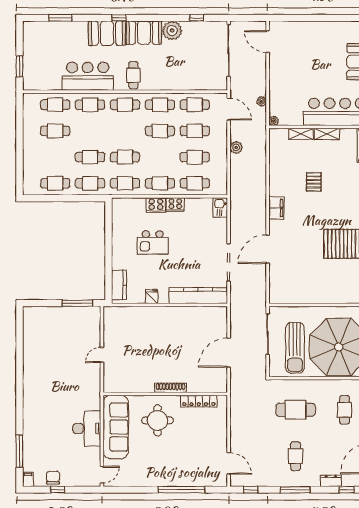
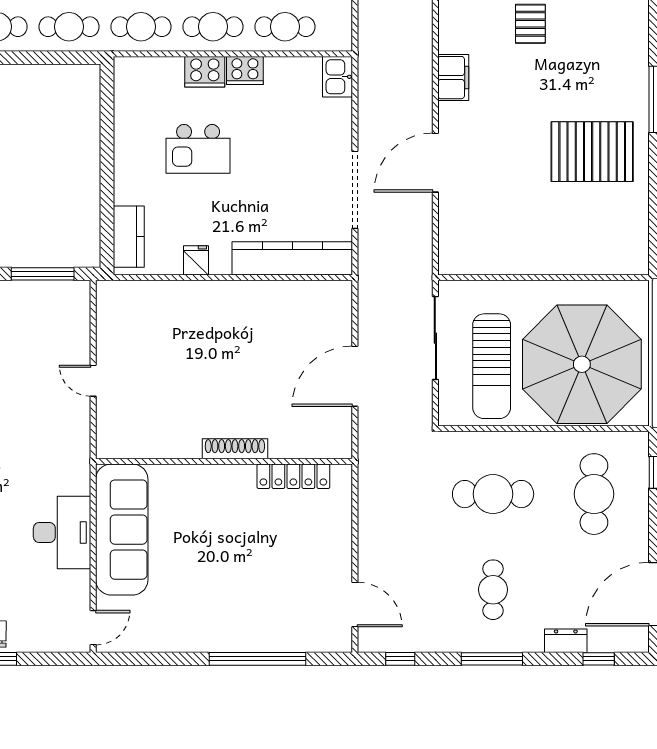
door: (102, 355) -> (93, 381), hinge flipped
cafe table: (344, 410) -> (594, 494), width x1.37, depth x1.35
round table: (158, 420) -> (208, 516), removed

